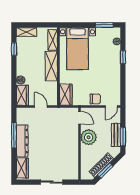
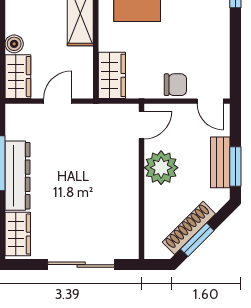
door: (41, 107) -> (58, 101), hinge flipped
door: (111, 107) -> (210, 101), hinge flipped
door: (79, 118) -> (141, 125), hinge flipped
sliding door: (52, 182) -> (81, 265), width x1.37

